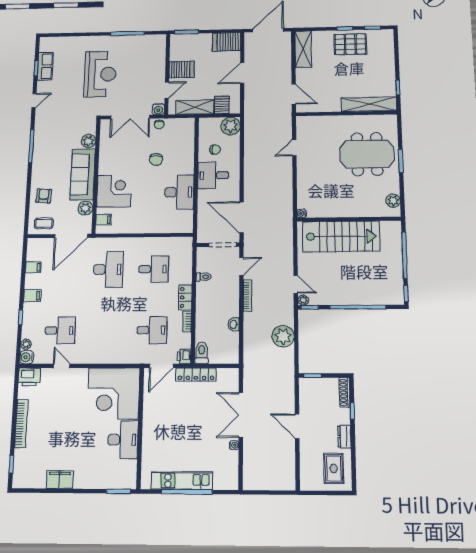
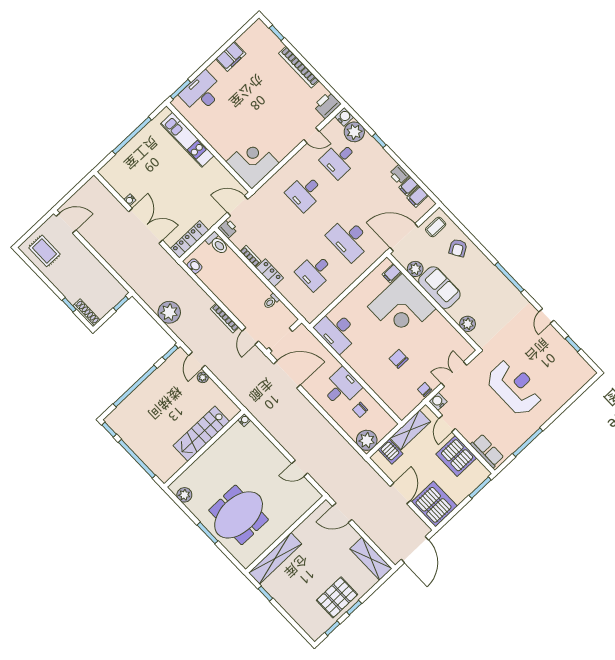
server rack: (226, 42) -> (434, 504), width x1.60
row of seats: (45, 66) -> (487, 451), moved, turned 180
server rack: (182, 70) -> (456, 456), width x1.60
reception desk: (100, 74) -> (515, 387), turned 180
double door: (130, 117) -> (454, 374), width x0.73
door: (294, 148) -> (300, 468), swing flipped
sofa: (83, 174) -> (439, 288), width x0.73
corner desk: (114, 191) -> (402, 307), width x1.36, depth x1.36
desk: (179, 192) -> (337, 331), moved
armchair: (44, 196) -> (458, 248), turned 55
door: (71, 236) -> (404, 237), hinge flipped
stairs: (341, 236) -> (201, 434), width x0.73, depth x0.66
printer: (31, 281) -> (399, 175), added
door: (296, 284) -> (197, 360), hinge flipped
filing cabinet: (32, 296) -> (418, 197), moved
plant: (303, 300) -> (203, 377), moved
washbasin: (234, 324) -> (194, 266), moved
desk: (152, 330) -> (305, 192), moved
plant: (26, 344) -> (354, 132), width x1.87, depth x1.87
door: (161, 366) -> (238, 206), hinge flipped
locker: (196, 375) -> (189, 239), moved
corner desk: (114, 393) -> (253, 162), width x0.74, depth x0.74
door: (297, 426) -> (66, 223), moved
dresser: (344, 437) -> (58, 281), removed
desk: (123, 440) -> (202, 92), moved, turned 90
kitchen unit: (182, 481) -> (187, 140), moved, turned 90

